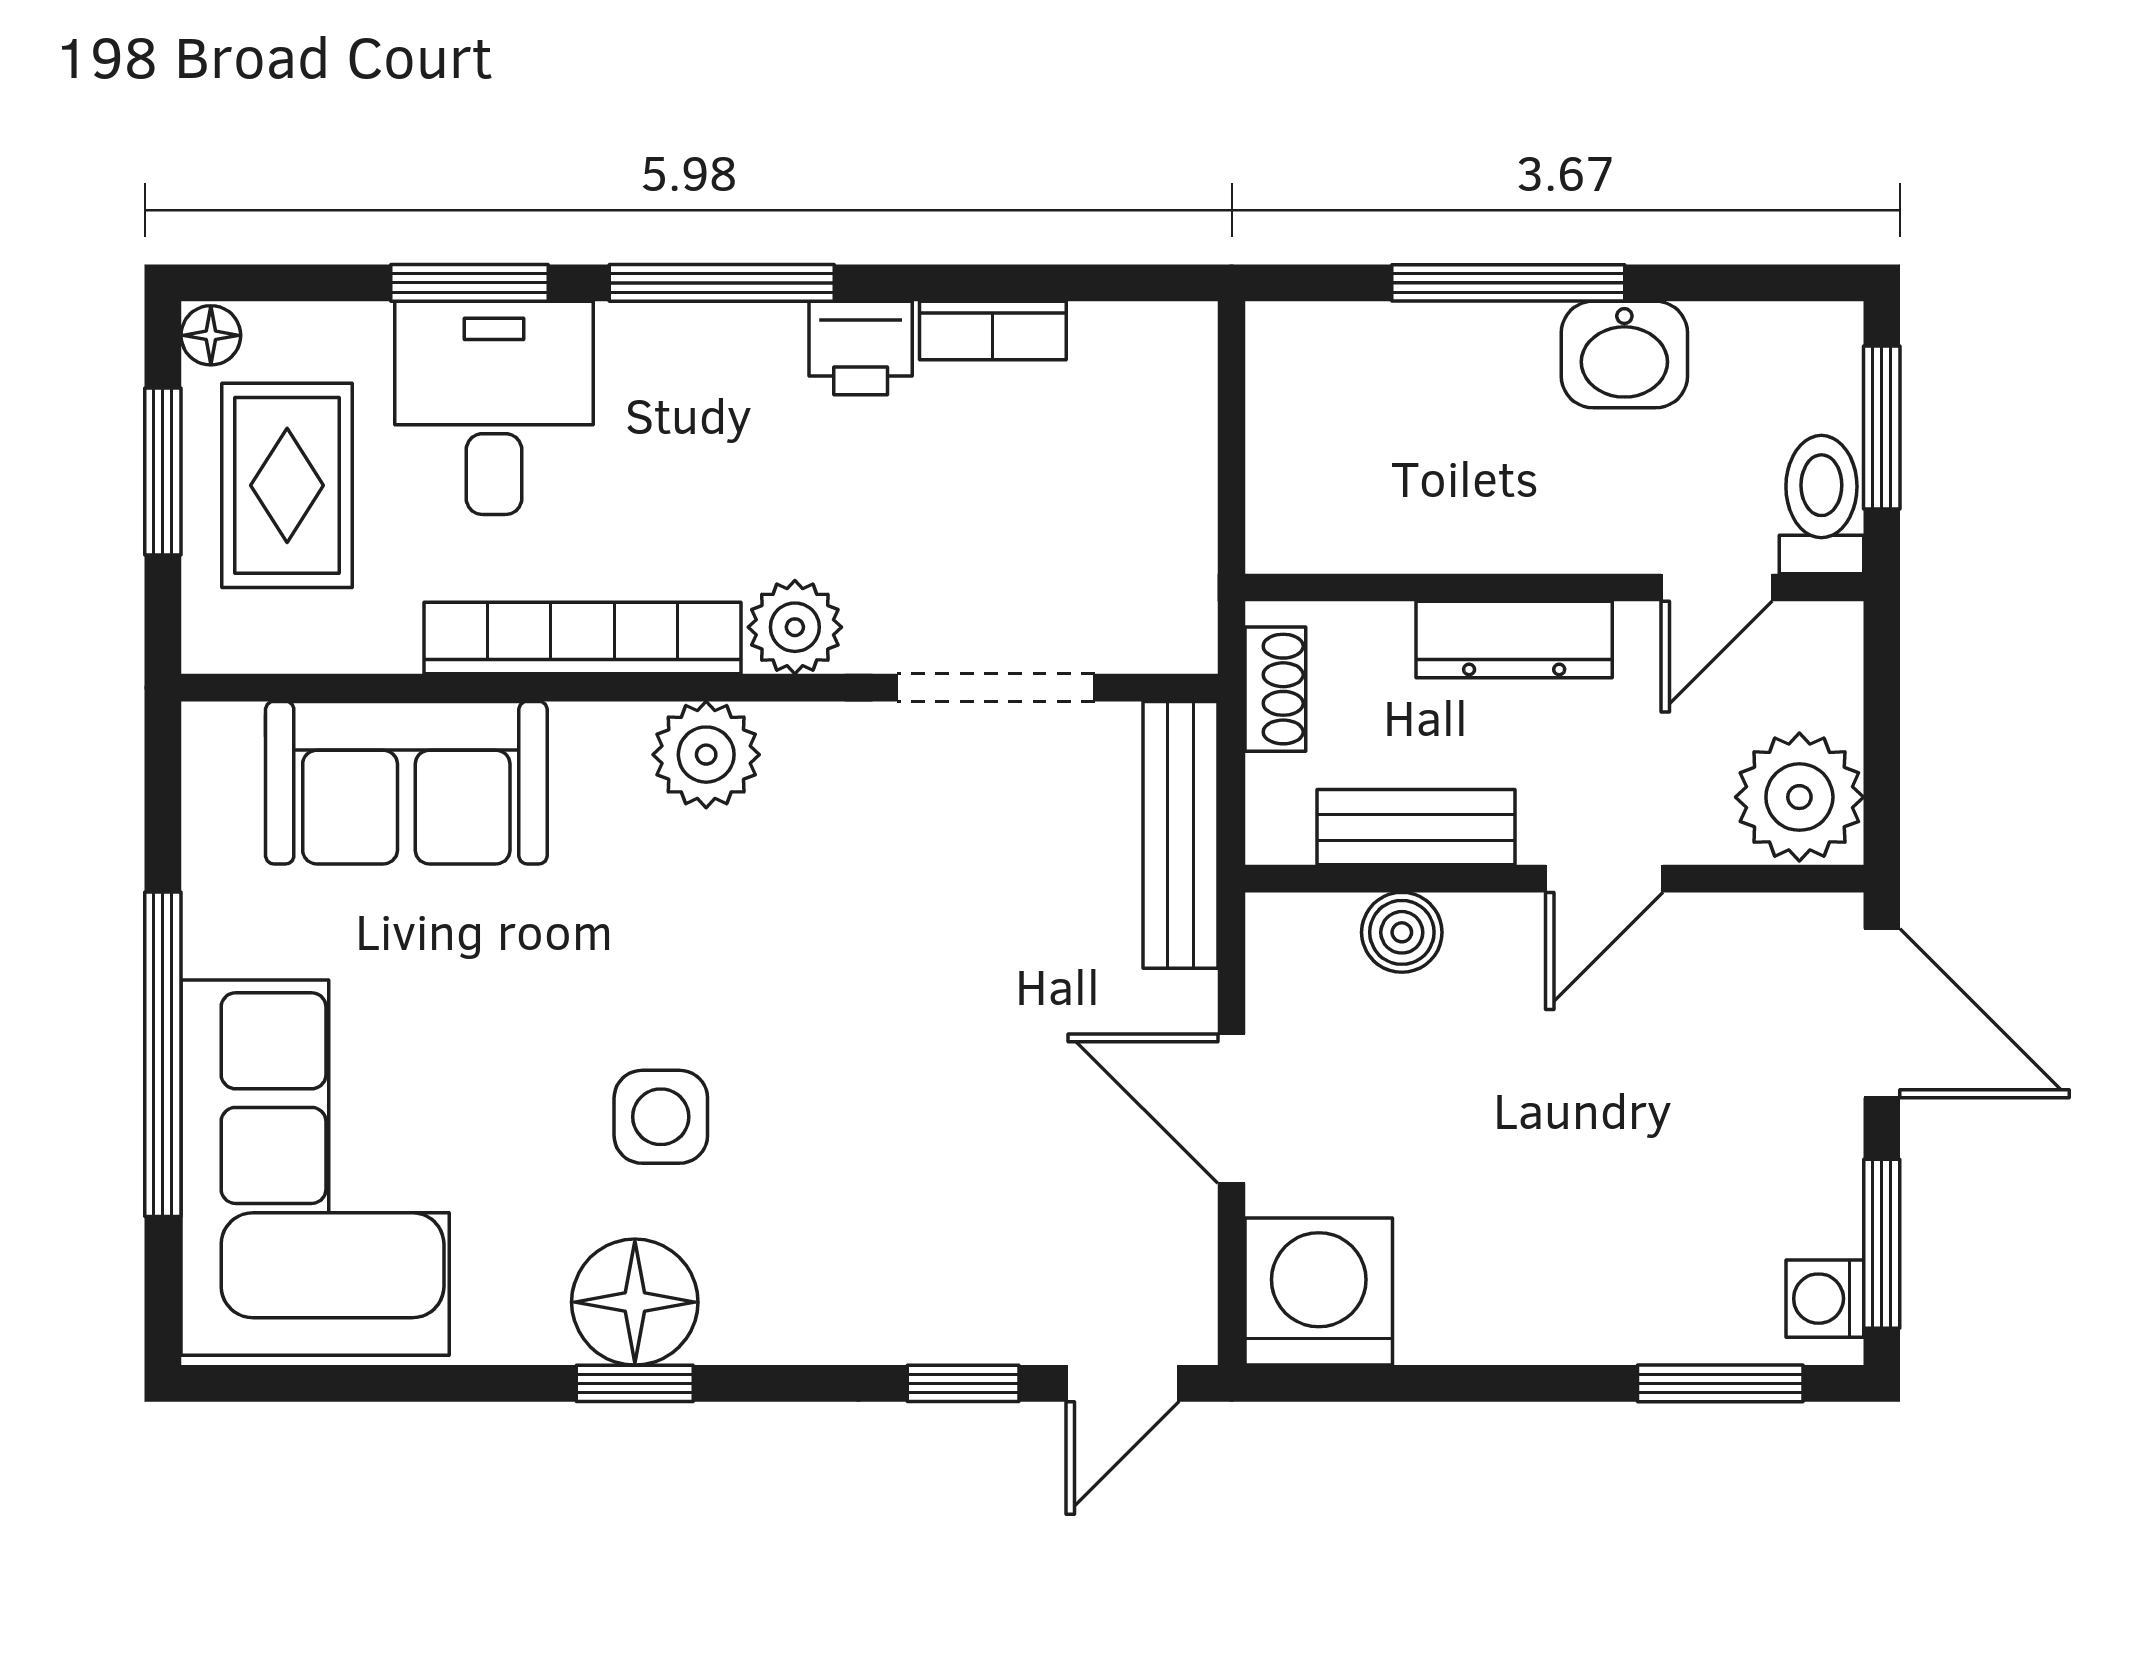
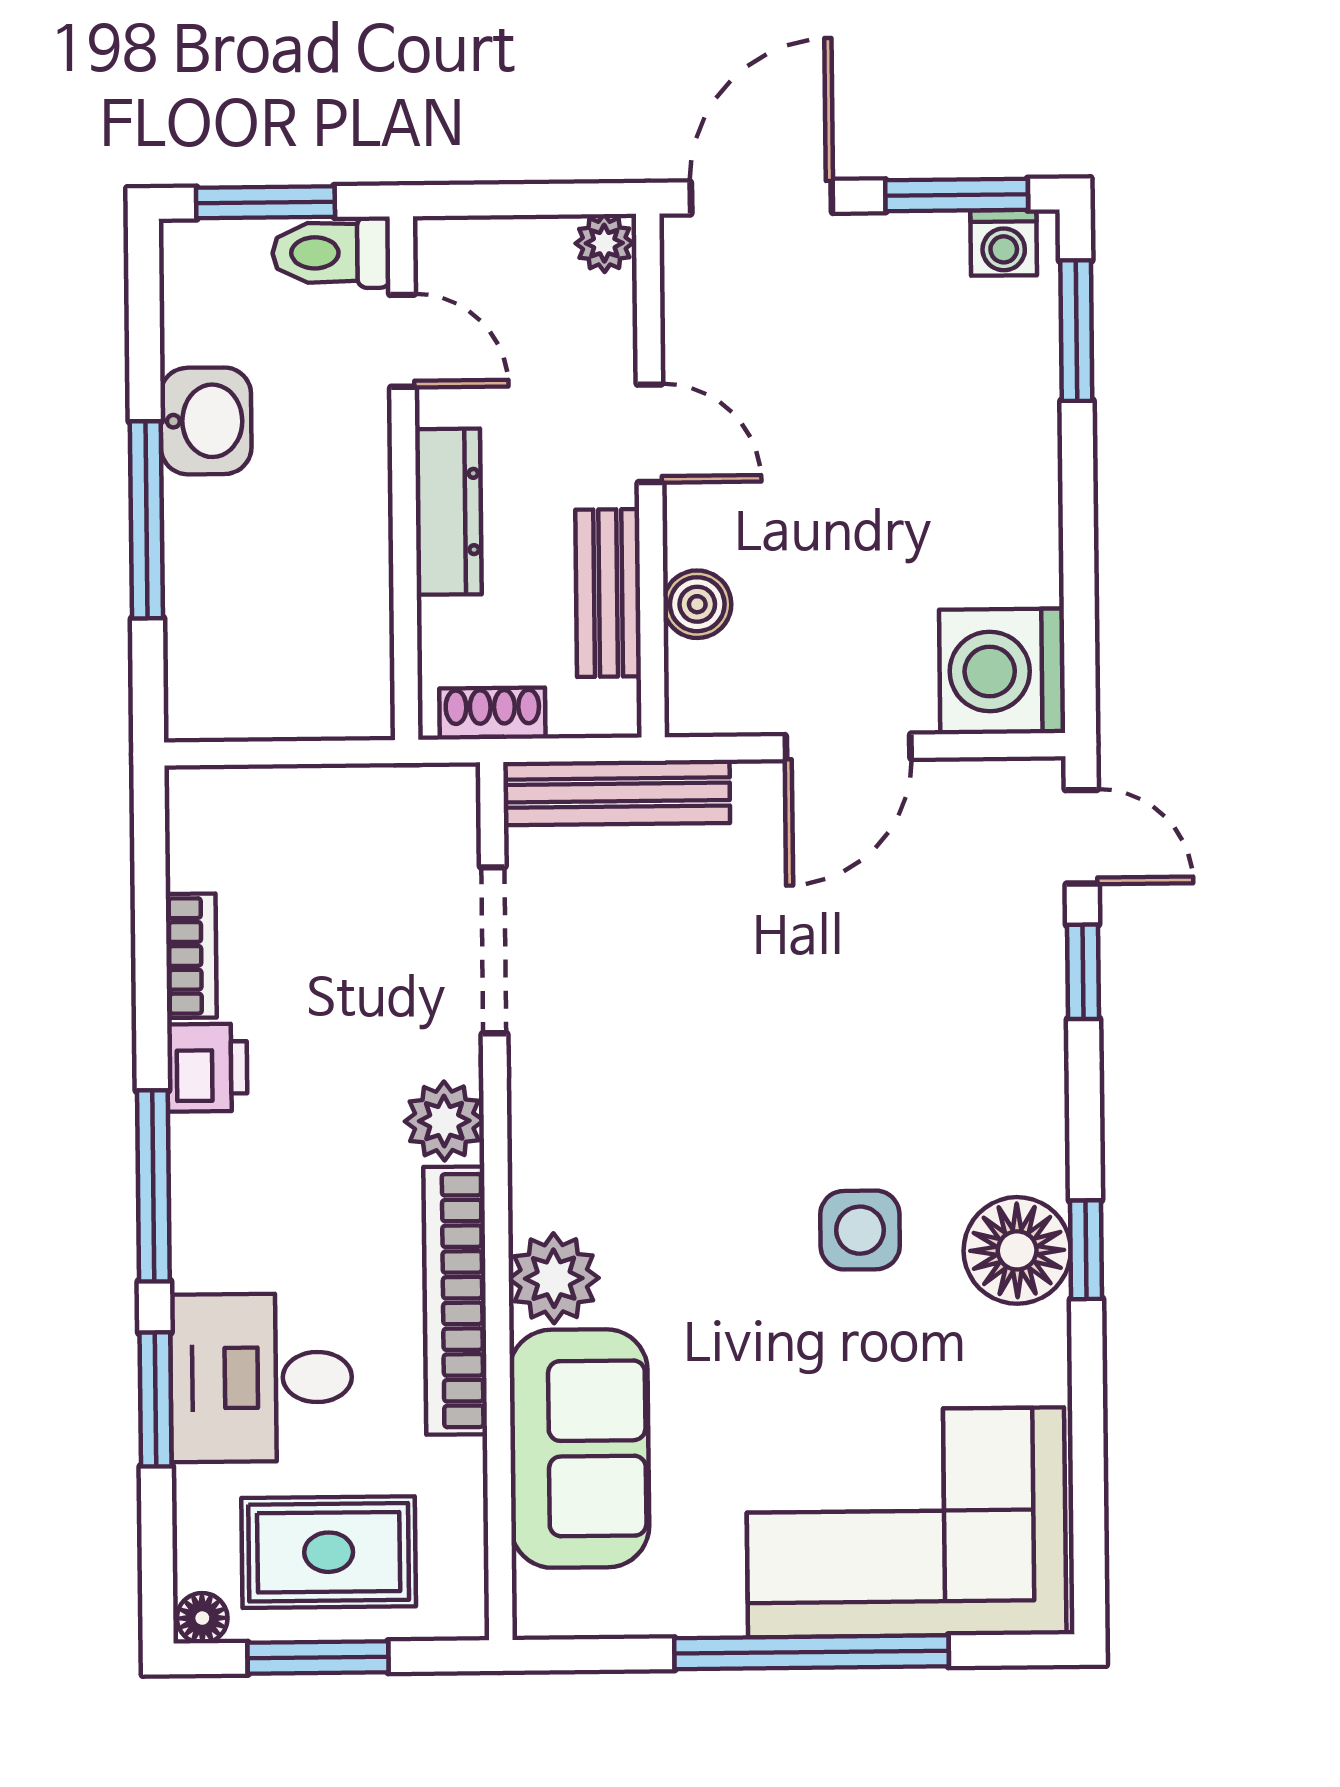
plant: (706, 755) -> (554, 1278), moved
plant: (1799, 797) -> (604, 243), width x0.53, depth x0.53

